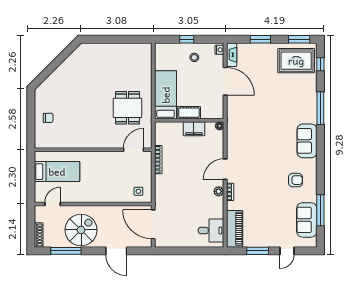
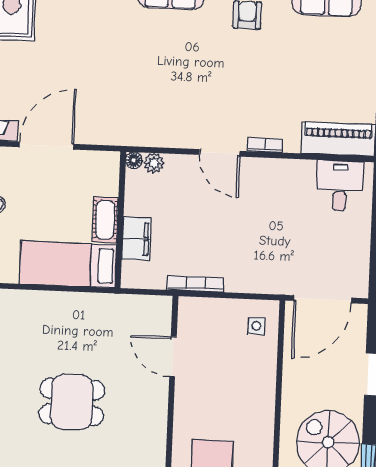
dining table: (127, 108) -> (72, 402), moved
filing cabinet: (194, 129) -> (136, 239), moved
door: (134, 150) -> (173, 357), moved
plant: (219, 191) -> (154, 163), moved

